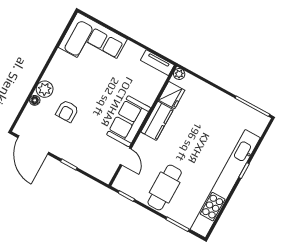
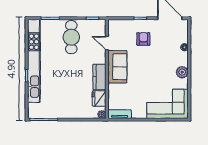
plant: (45, 89) -> (182, 72), moved
armchair: (67, 111) -> (143, 39), moved

